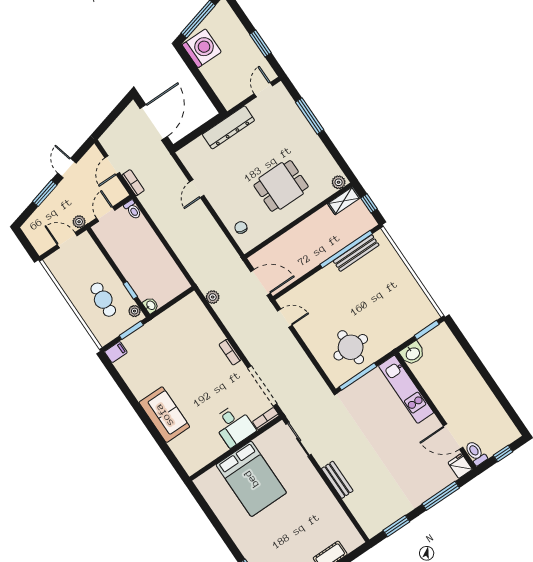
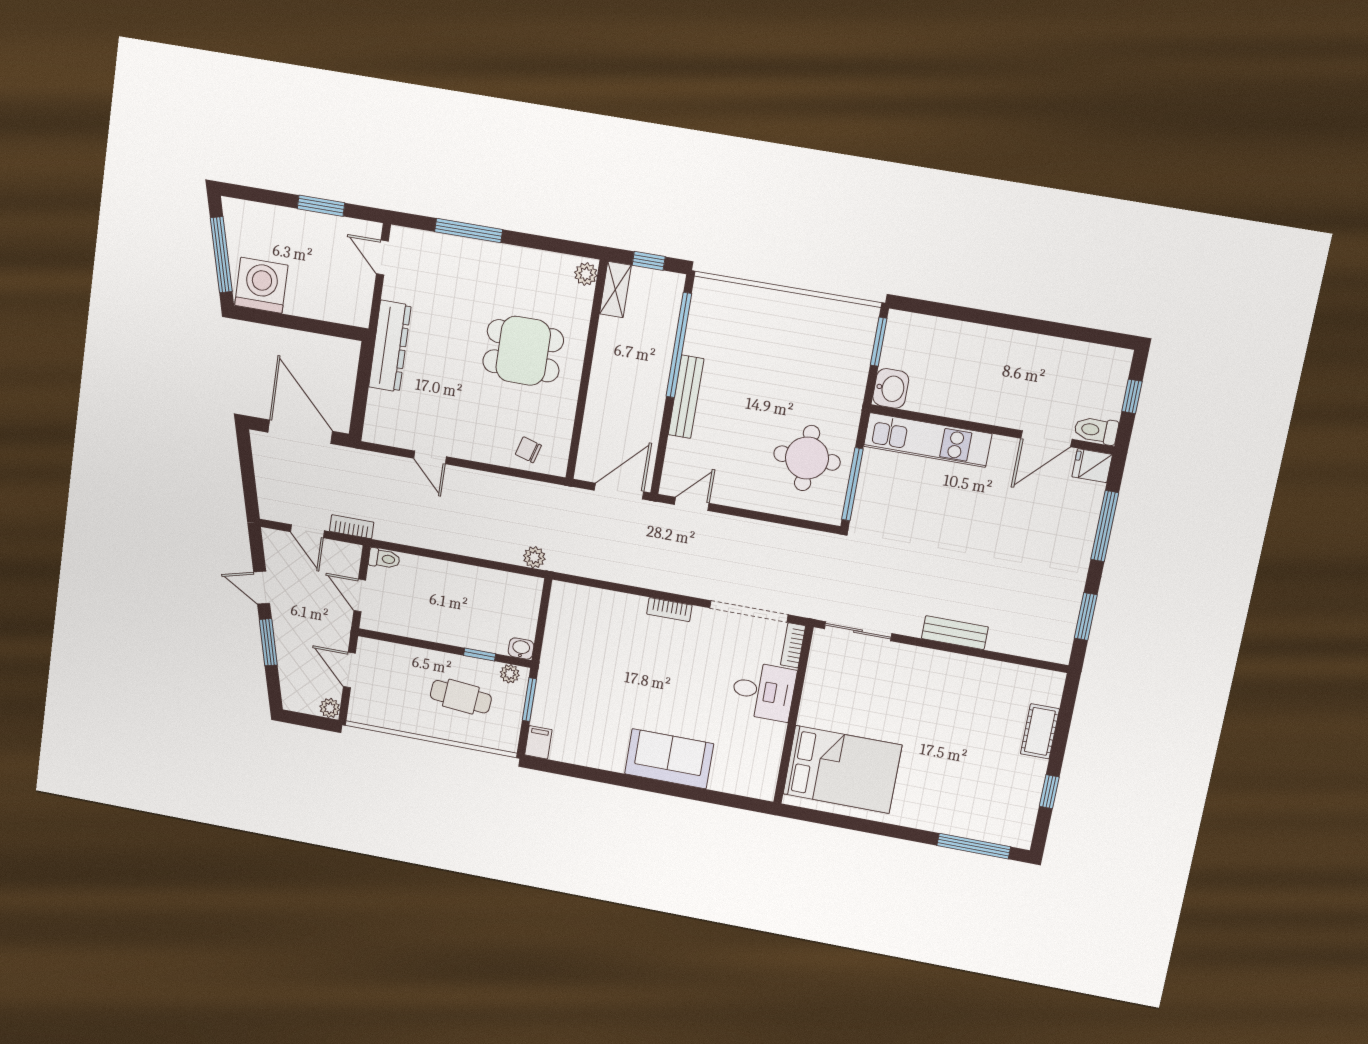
dining table: (281, 186) -> (523, 351), turned 90
plant: (79, 222) -> (330, 708), moved
door: (67, 240) -> (349, 670), hinge flipped
bench: (356, 253) -> (686, 397), moved
plant: (213, 297) -> (534, 557), moved
bed: (251, 479) -> (842, 770), moved

